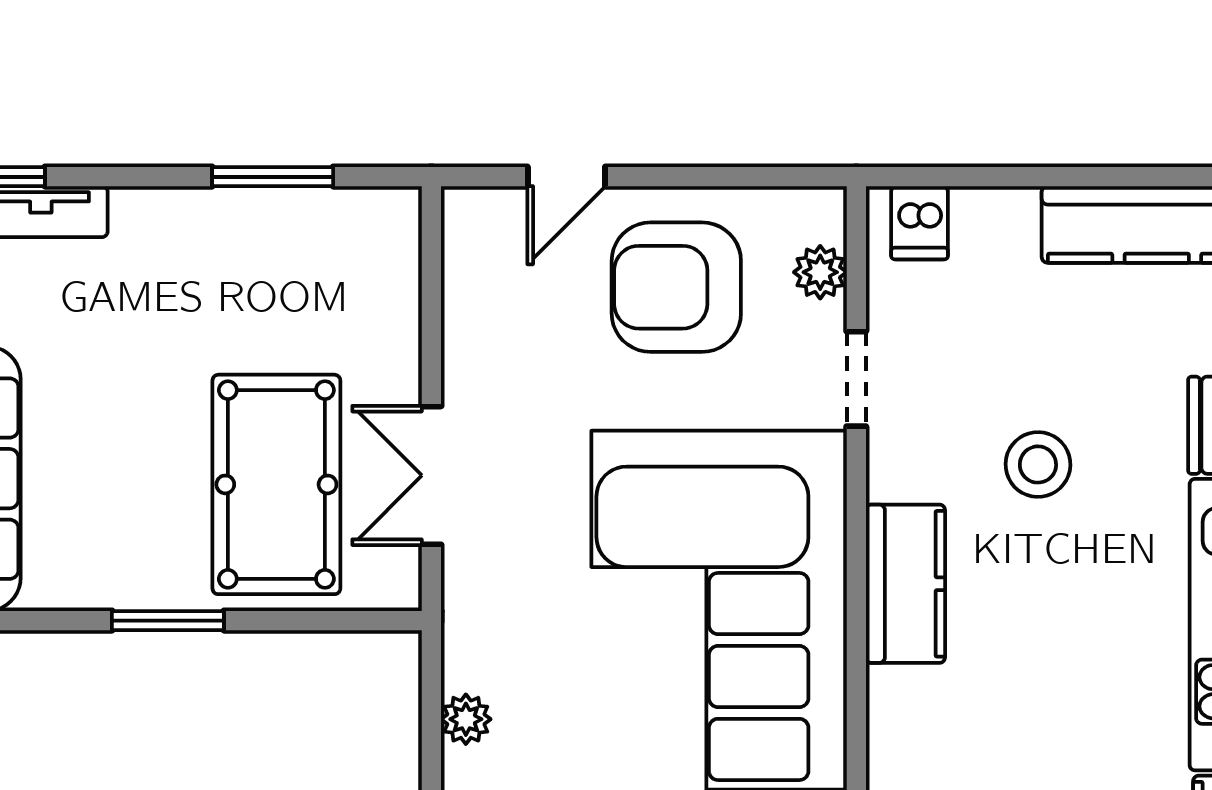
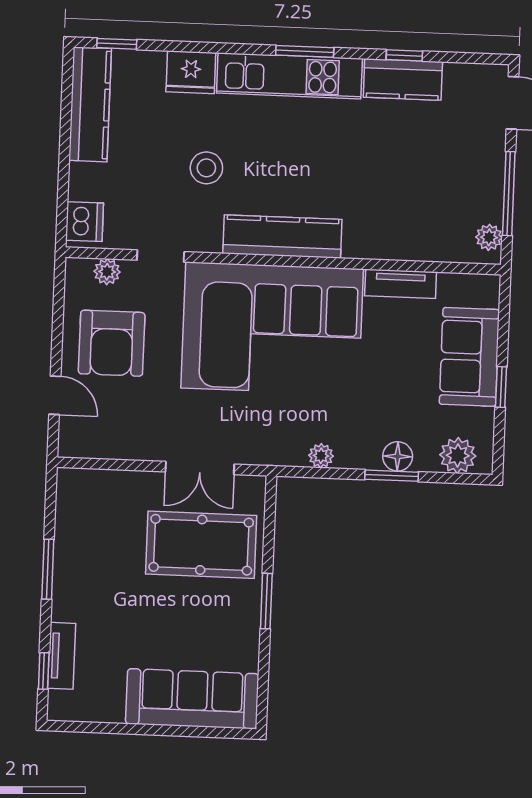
window: (273, 177) -> (48, 569), moved
dishwasher: (920, 223) -> (85, 222), width x1.38
kitchen counter: (905, 584) -> (282, 237), width x1.50

